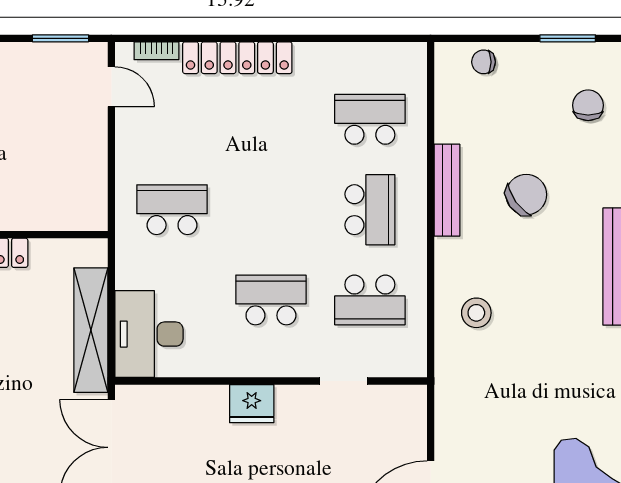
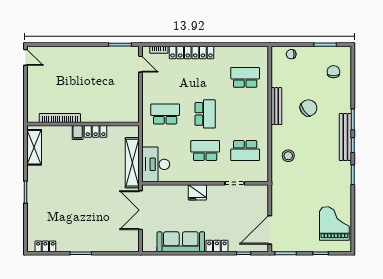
school desk: (370, 210) -> (205, 114), moved

